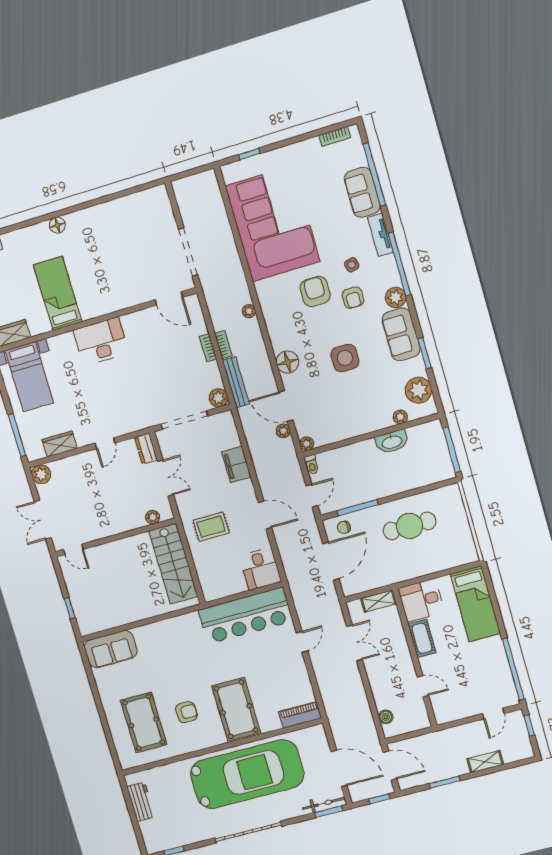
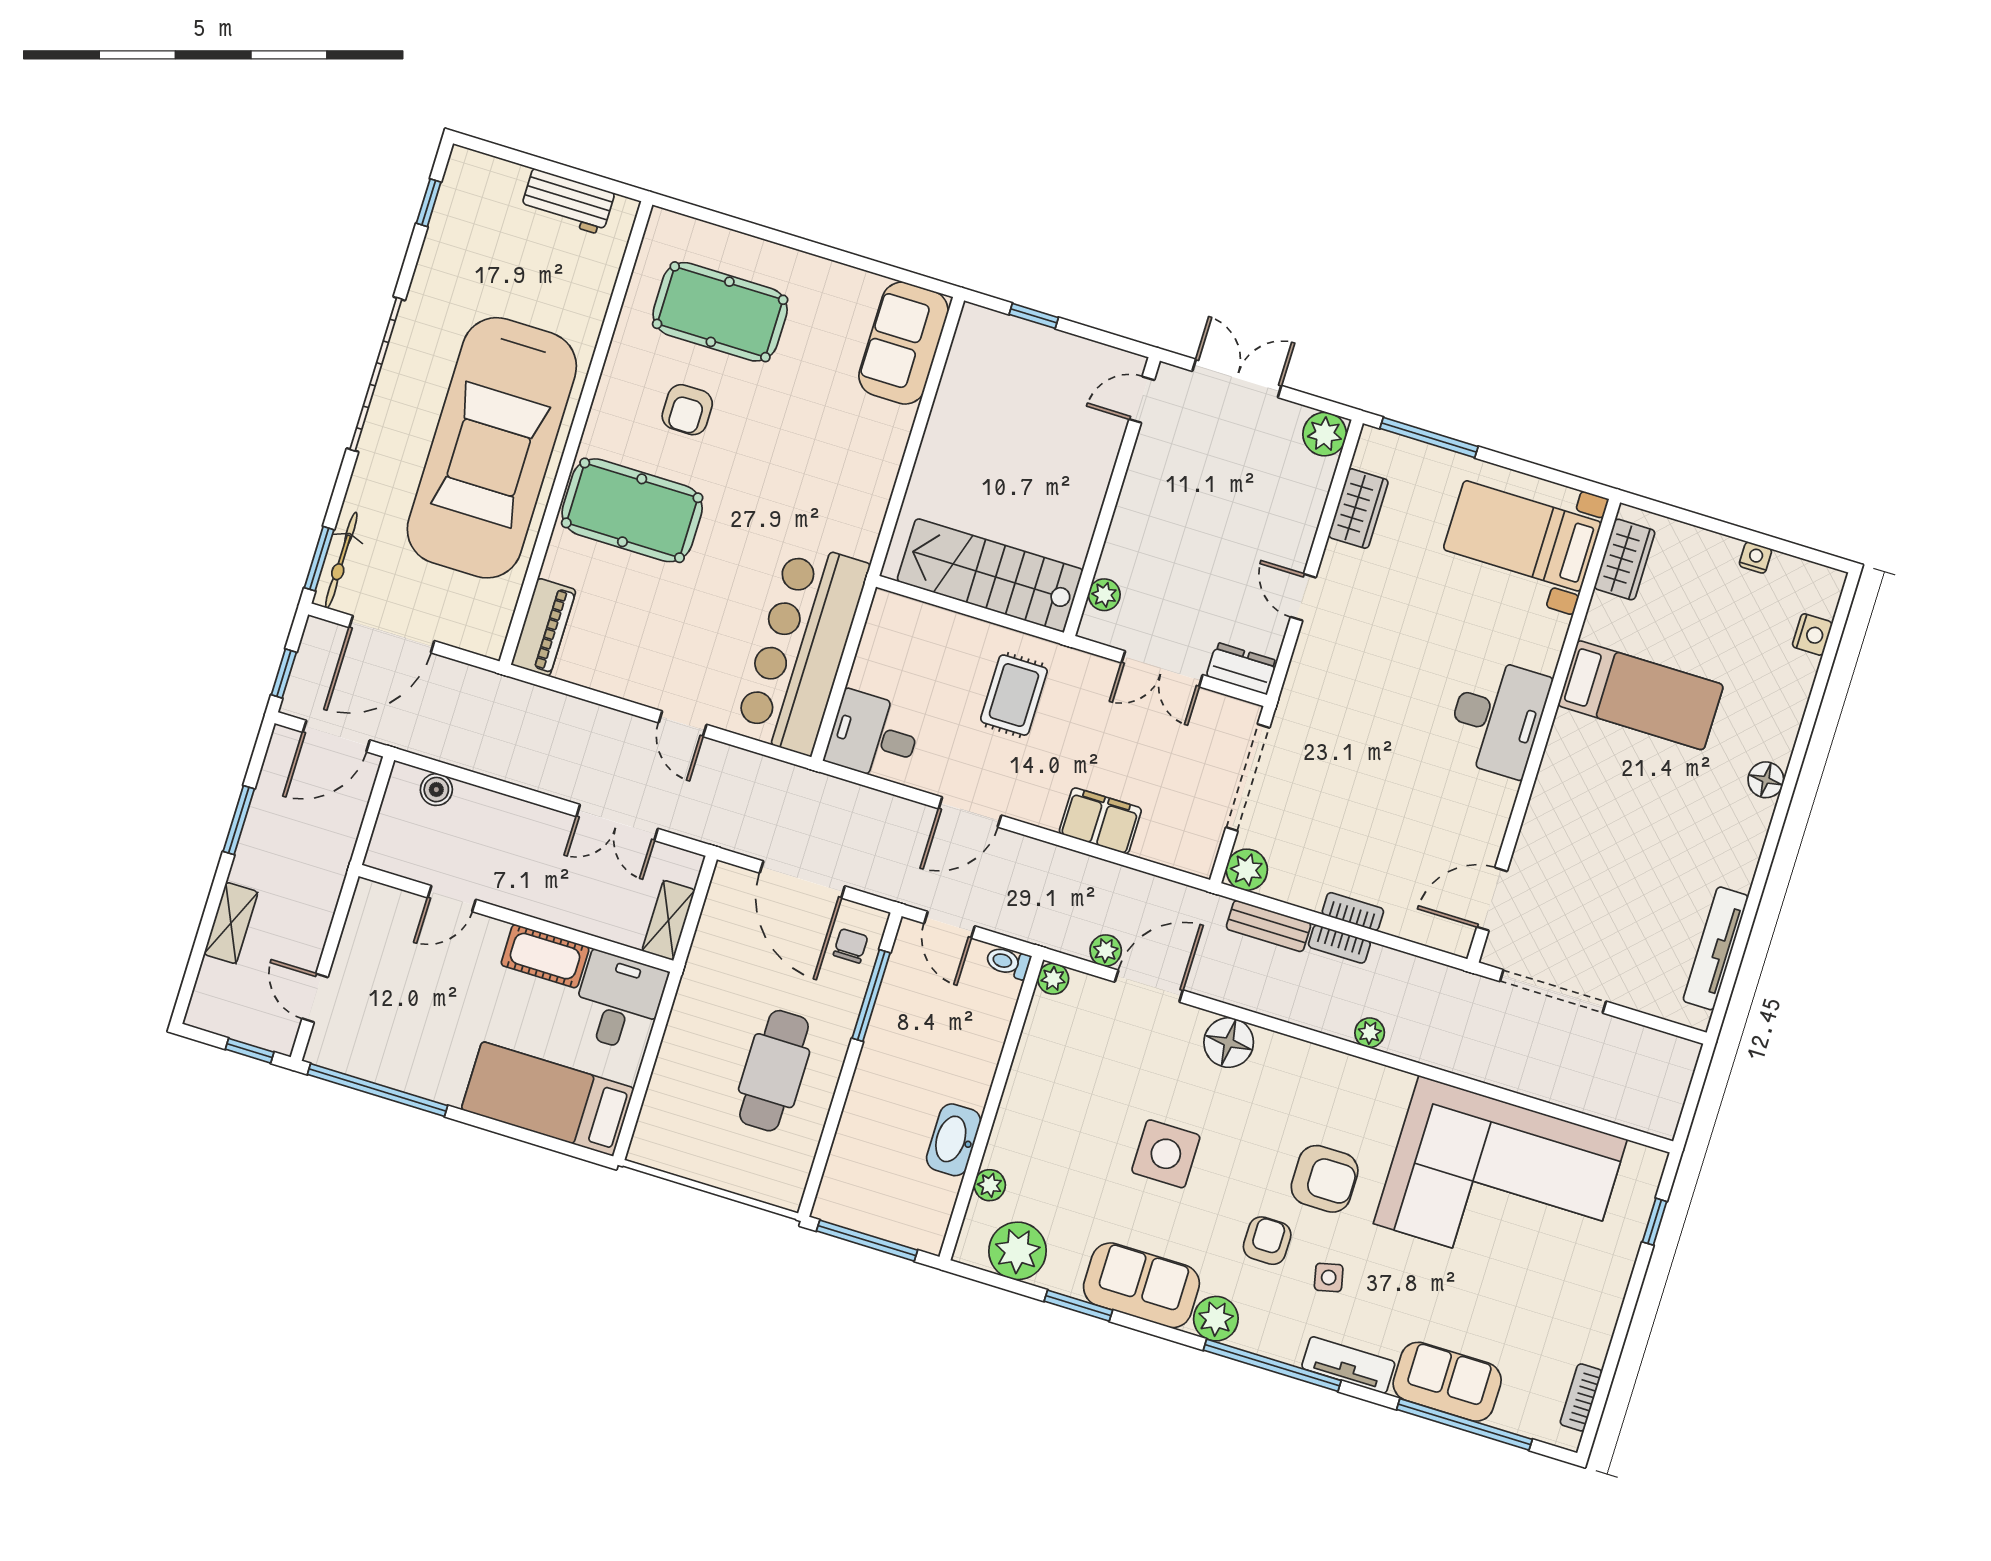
tv unit: (132, 201) -> (1716, 948), added
armchair: (353, 298) -> (1267, 1241), turned 90
bench: (236, 382) -> (1269, 926), width x0.73

